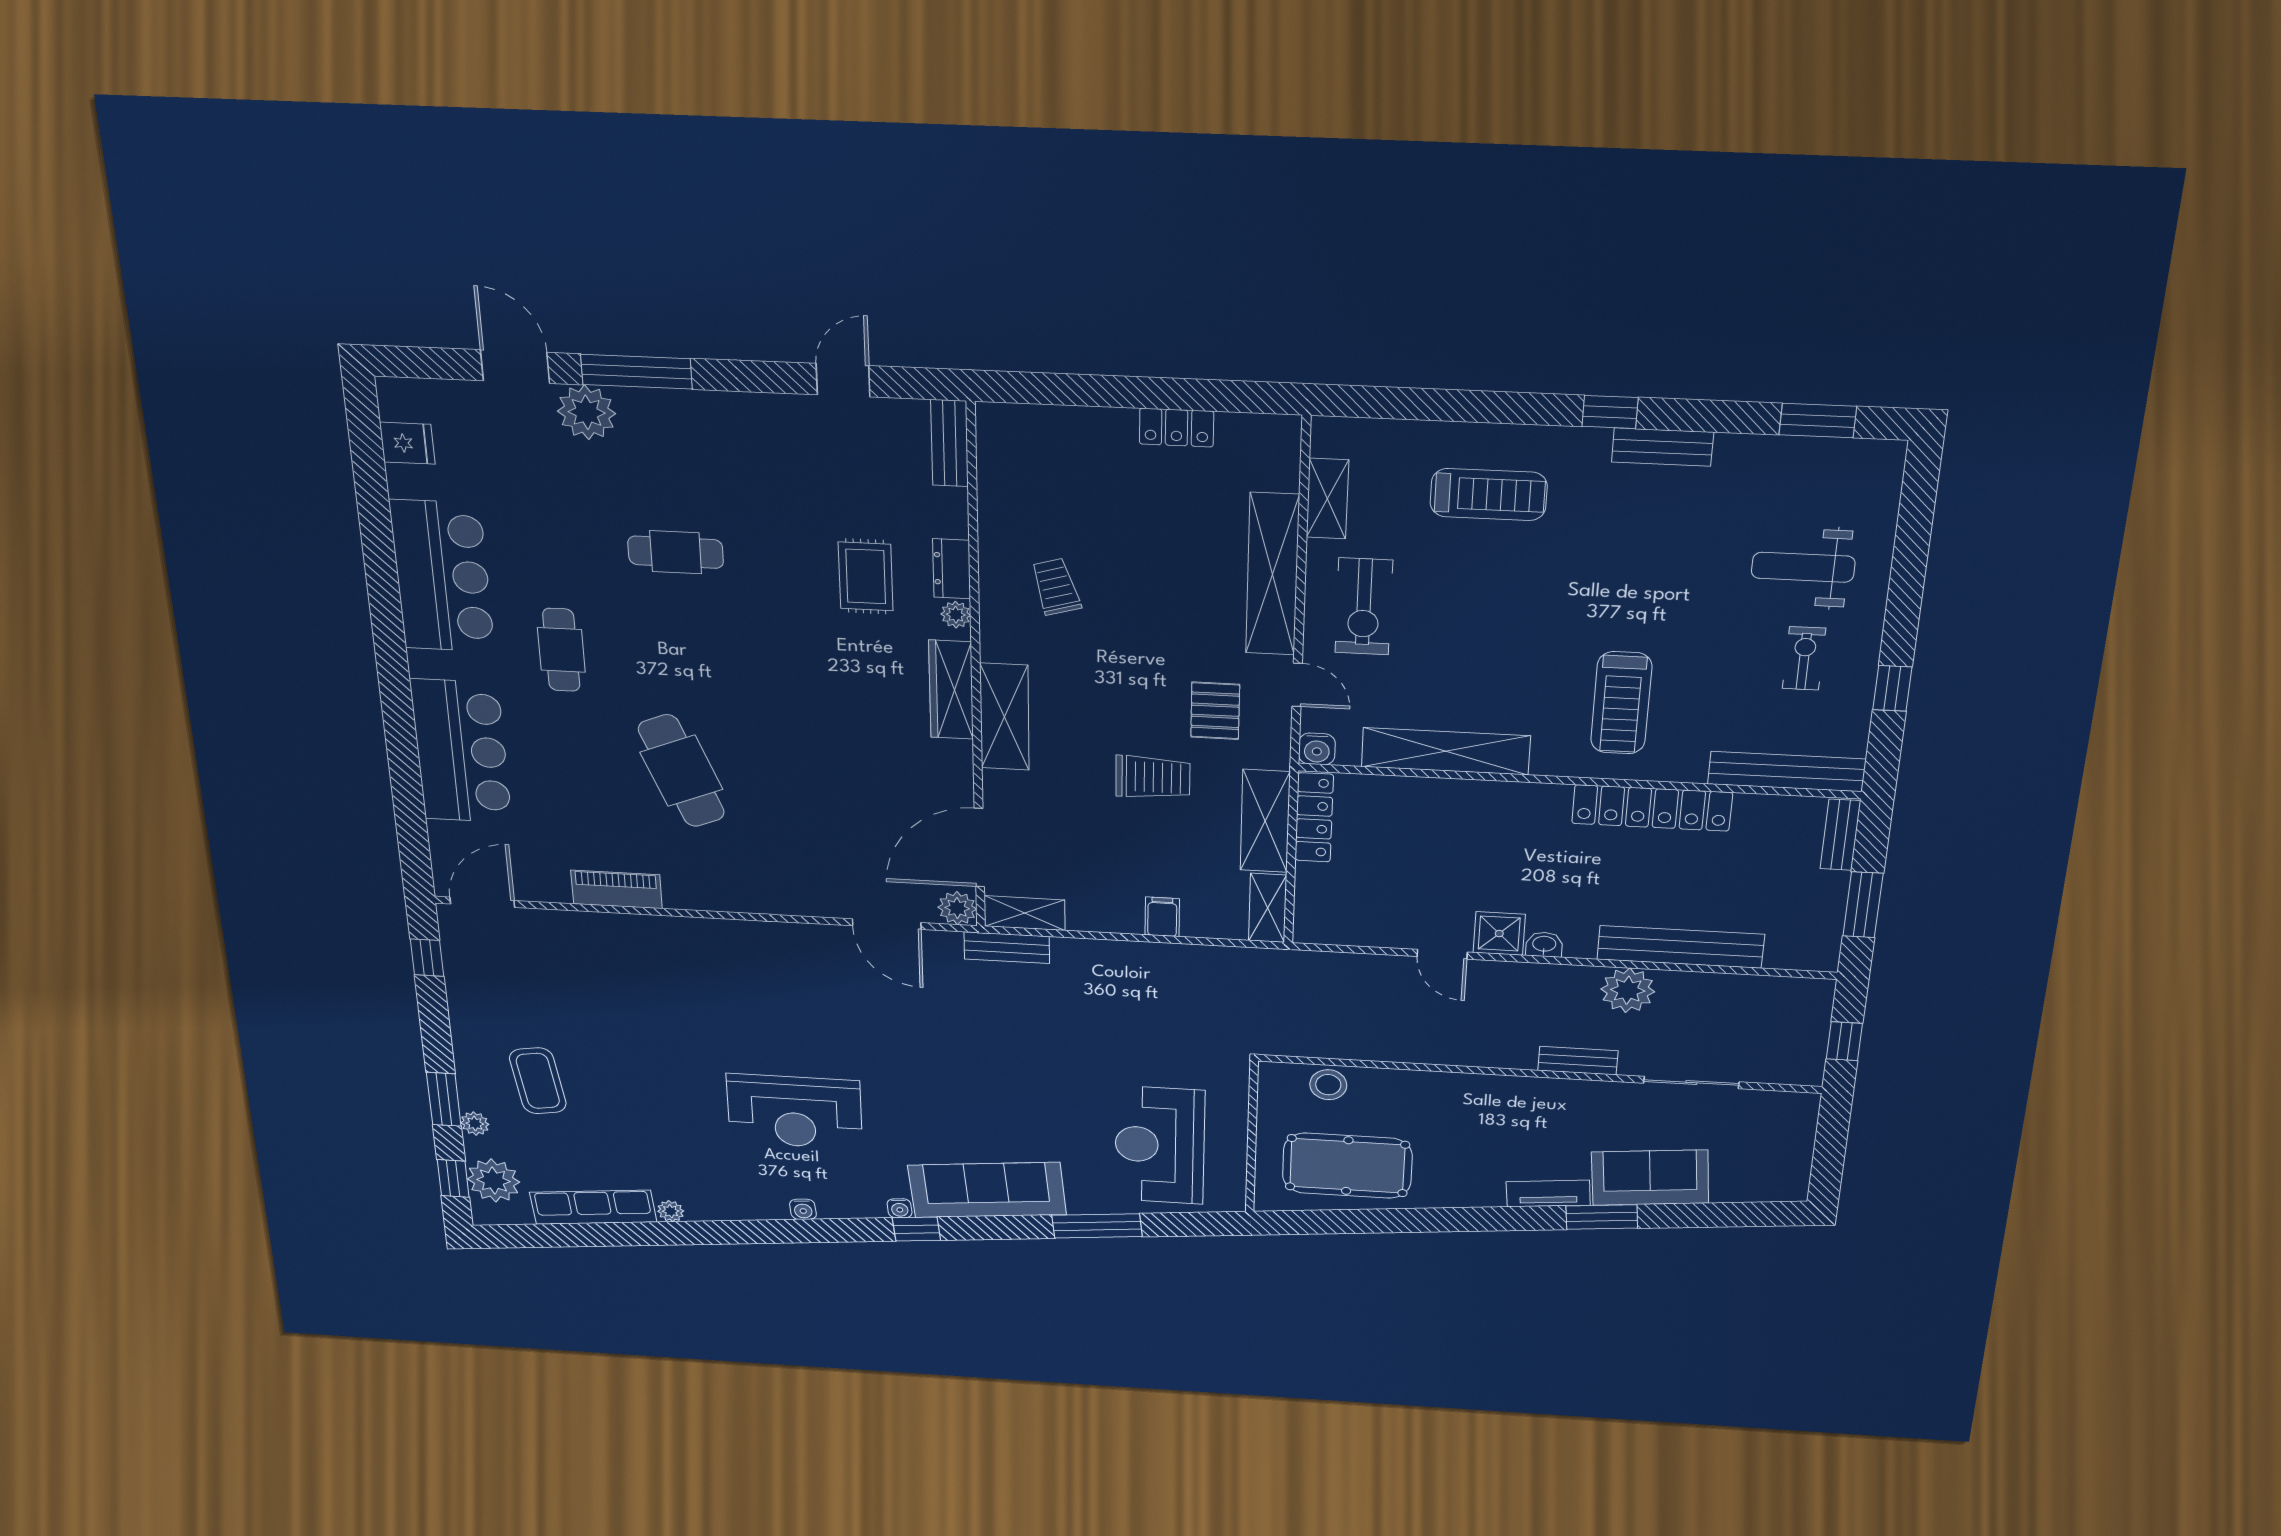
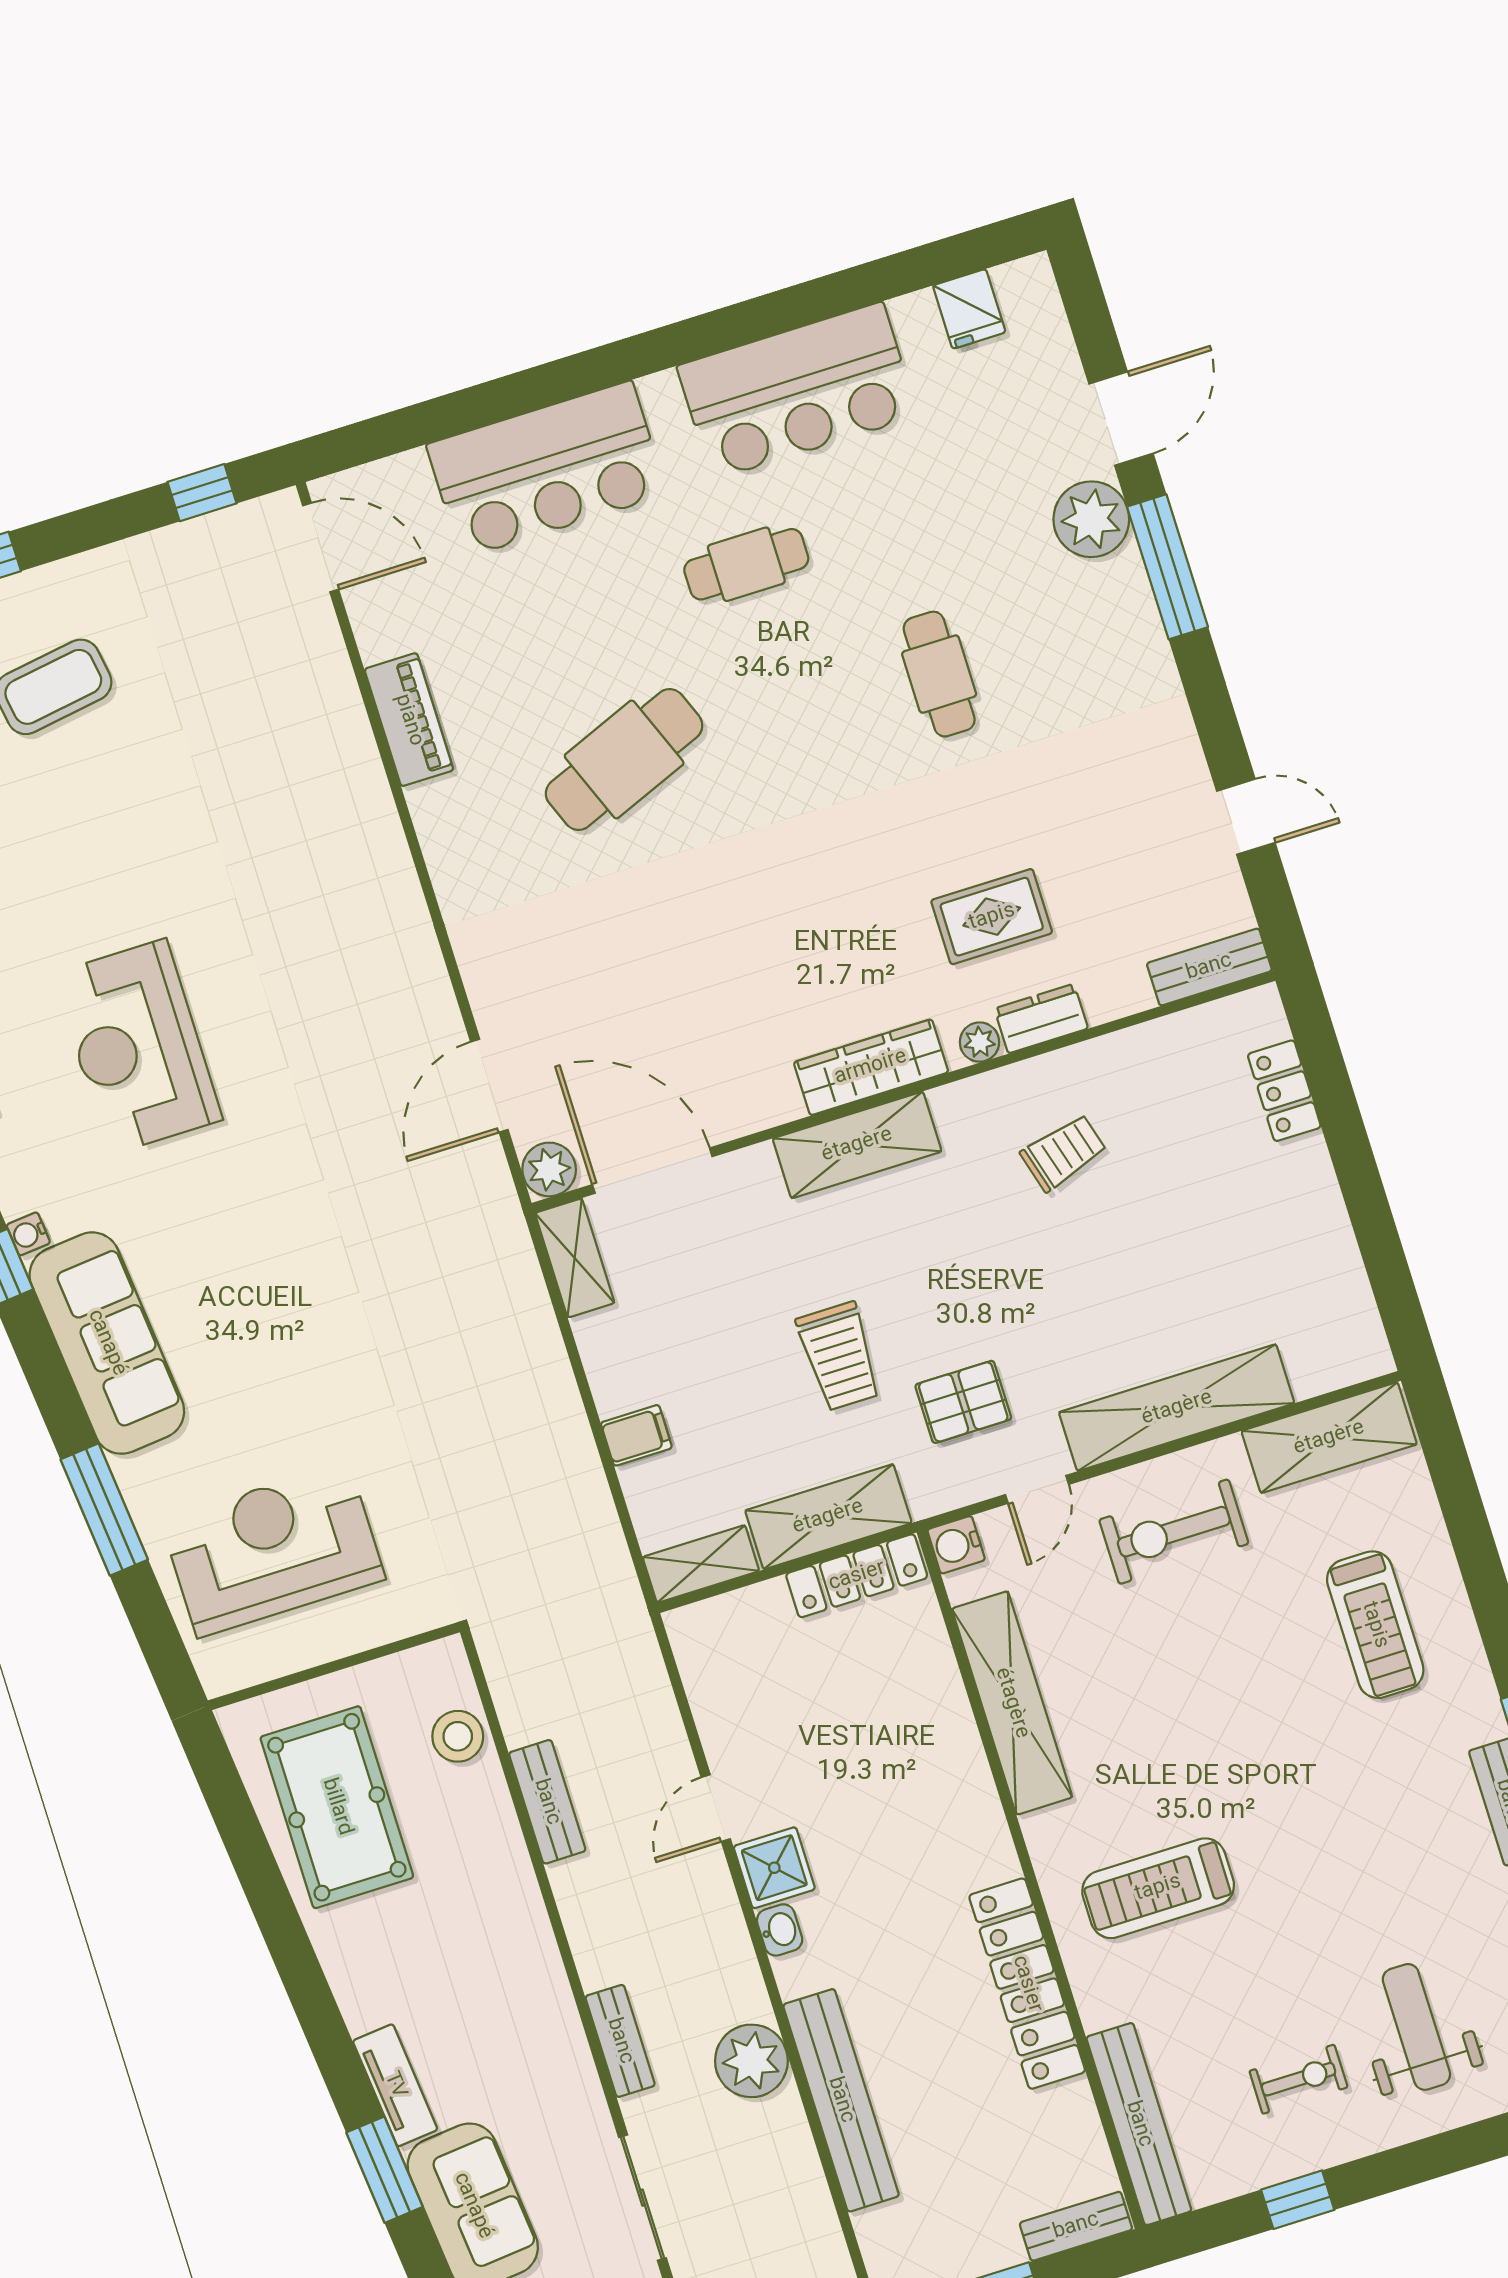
locker: (1176, 428) -> (1284, 1091), moved
shelving: (1327, 499) -> (1329, 1438), width x1.50, depth x1.33
bench: (1007, 948) -> (547, 1802), moved

